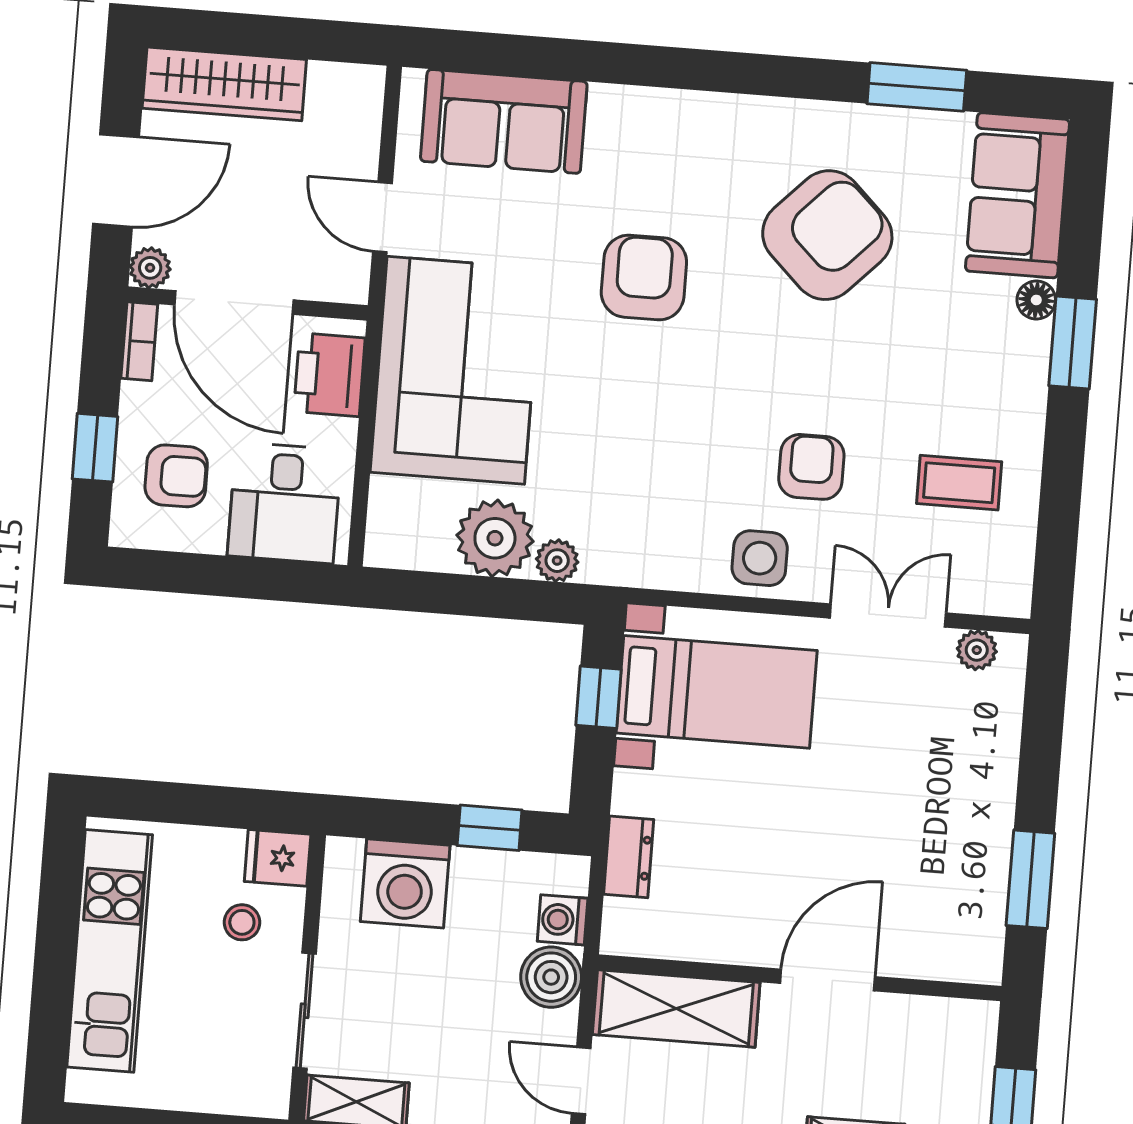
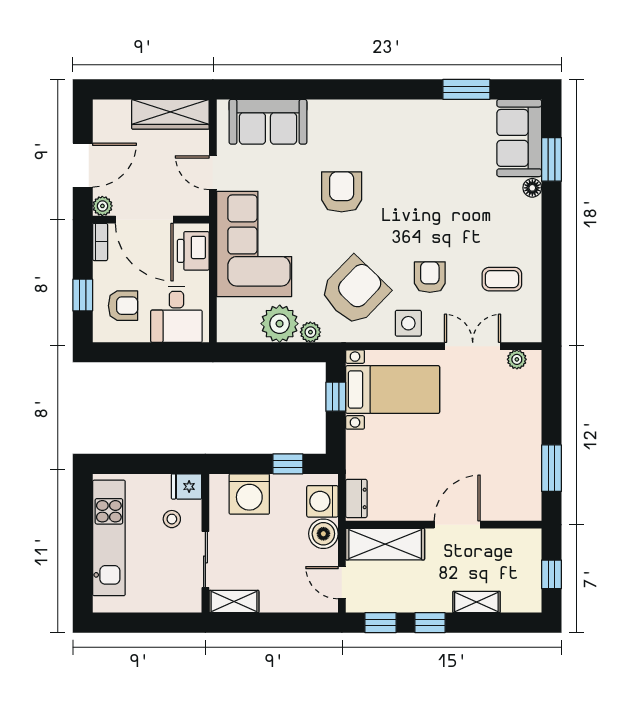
wardrobe: (224, 84) -> (170, 114), moved
armchair: (827, 235) -> (354, 291), moved
window: (1073, 343) -> (551, 159), moved
dresser: (629, 857) -> (356, 498), moved
washing machine: (563, 920) -> (322, 501), width x1.38, depth x1.38

